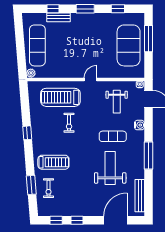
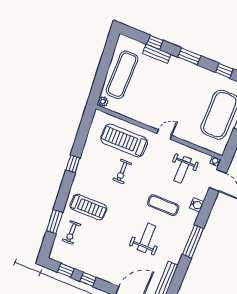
weight bench: (110, 168) -> (147, 238), width x0.73, depth x0.75

